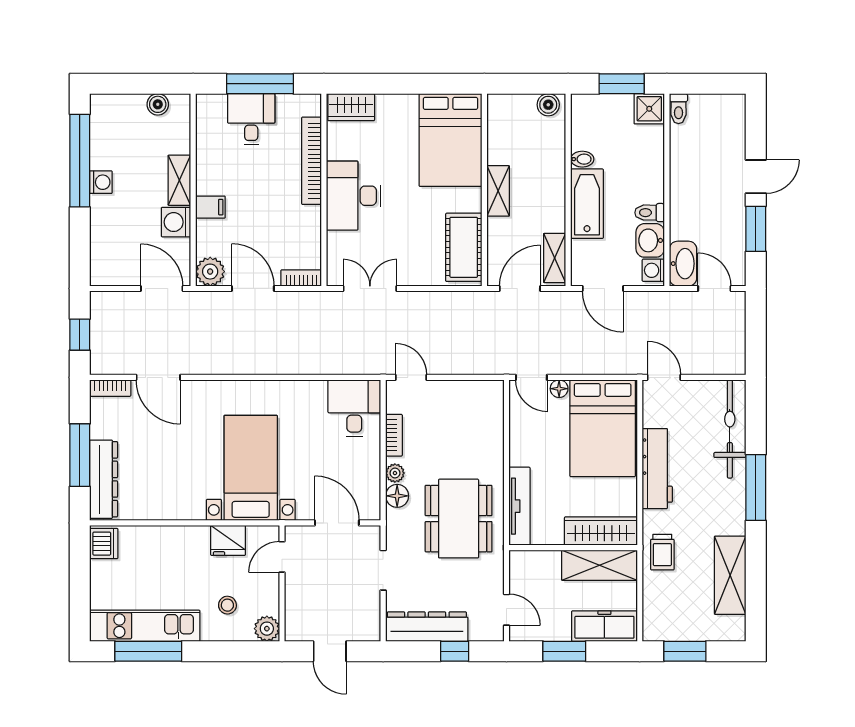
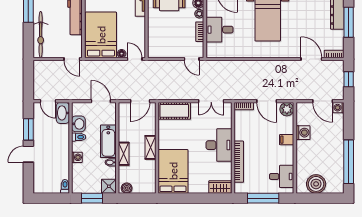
boiler: (158, 104) -> (316, 184), width x1.86, depth x1.86
shower: (649, 109) -> (109, 186), moved
desk: (251, 119) -> (282, 176), moved, turned -90
shelving: (179, 180) -> (301, 152), removed
washing machine: (101, 182) -> (339, 108), moved
cot: (464, 247) -> (174, 111), moved, turned 90
shelving: (555, 258) -> (124, 154), moved
washing machine: (653, 270) -> (77, 157), moved
door: (162, 288) -> (323, 101), moved
desk: (354, 408) -> (220, 30), moved, turned 90

